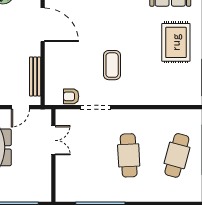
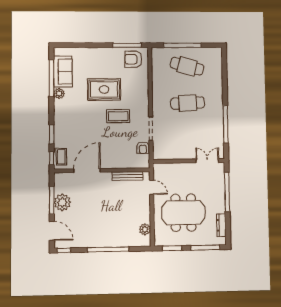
rug: (176, 42) -> (104, 89), moved
armchair: (186, 85) -> (133, 59), added
double door: (53, 140) -> (207, 161), moved

